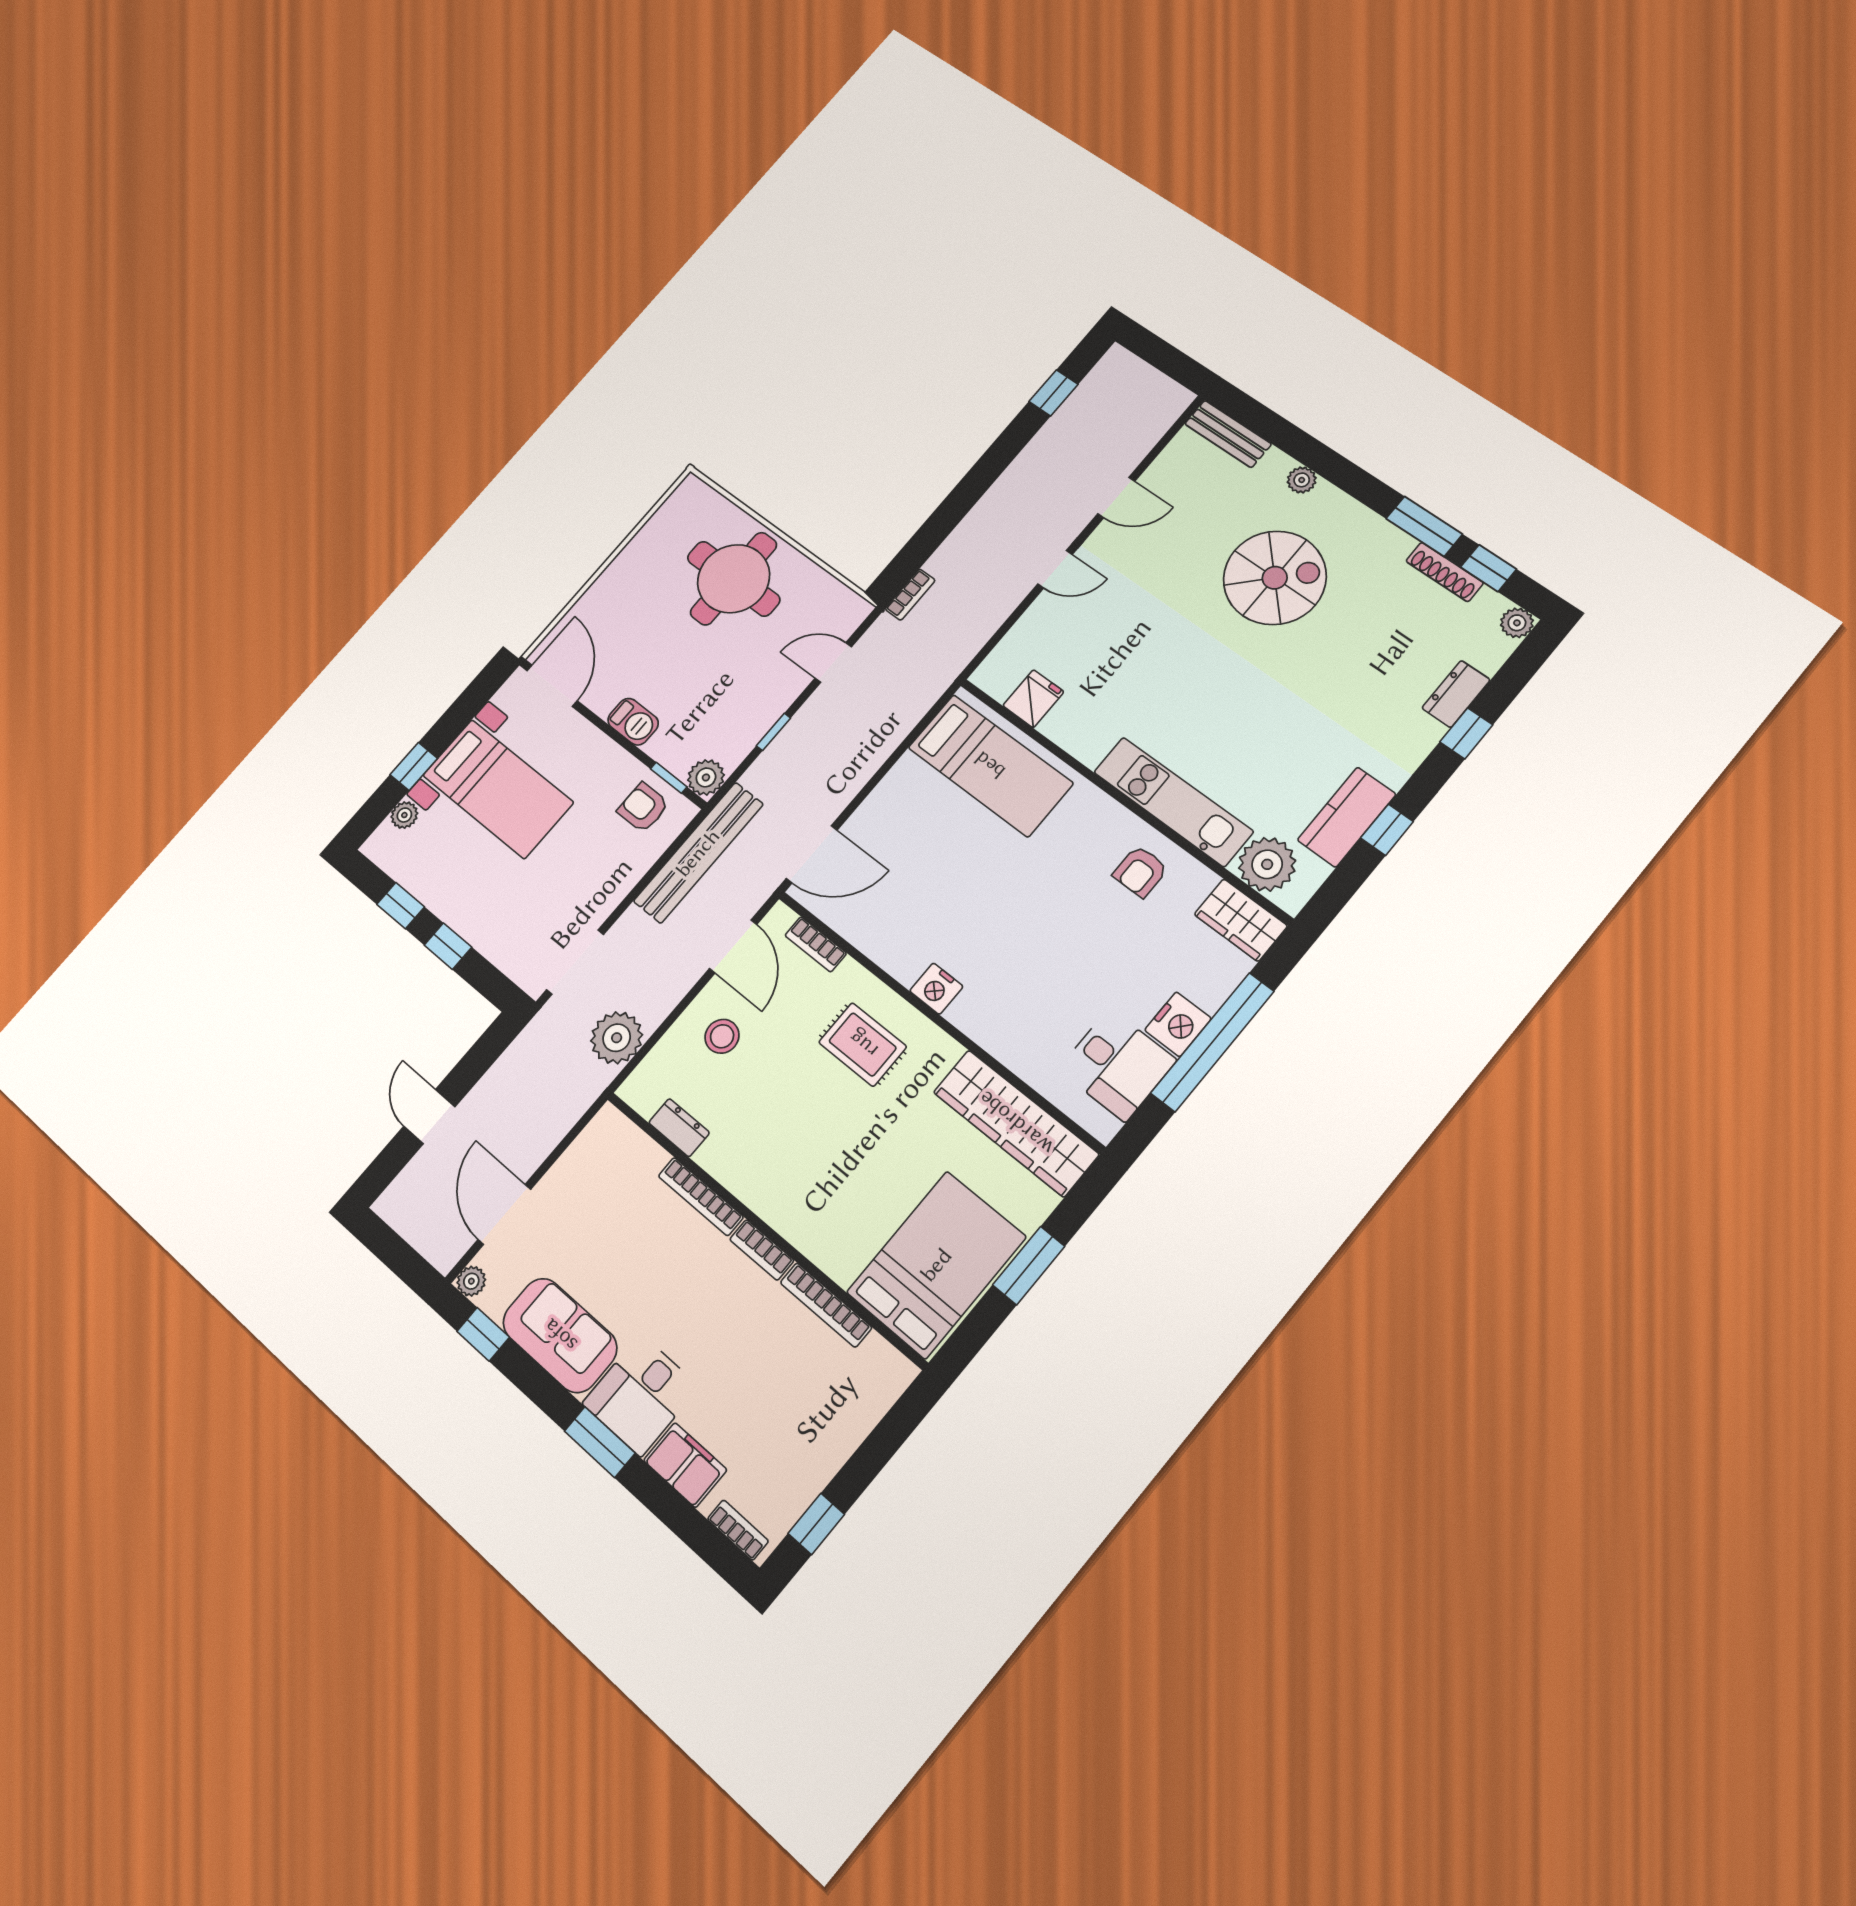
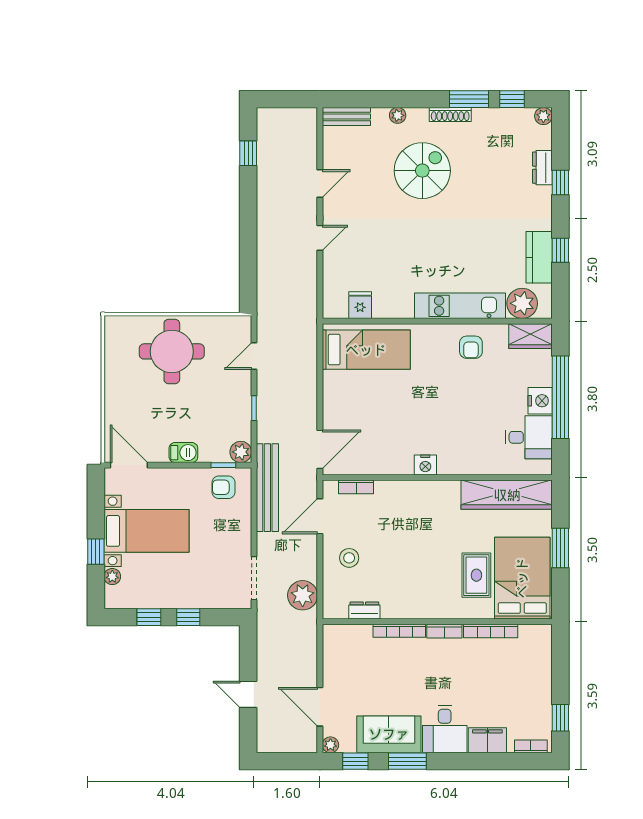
shoe rack: (1445, 572) -> (450, 114), moved
bookcase: (910, 595) -> (263, 298), removed
door: (733, 946) -> (320, 516), swing flipped
rug: (863, 1044) -> (476, 575), moved, turned 90
window: (600, 1442) -> (407, 761), moved

